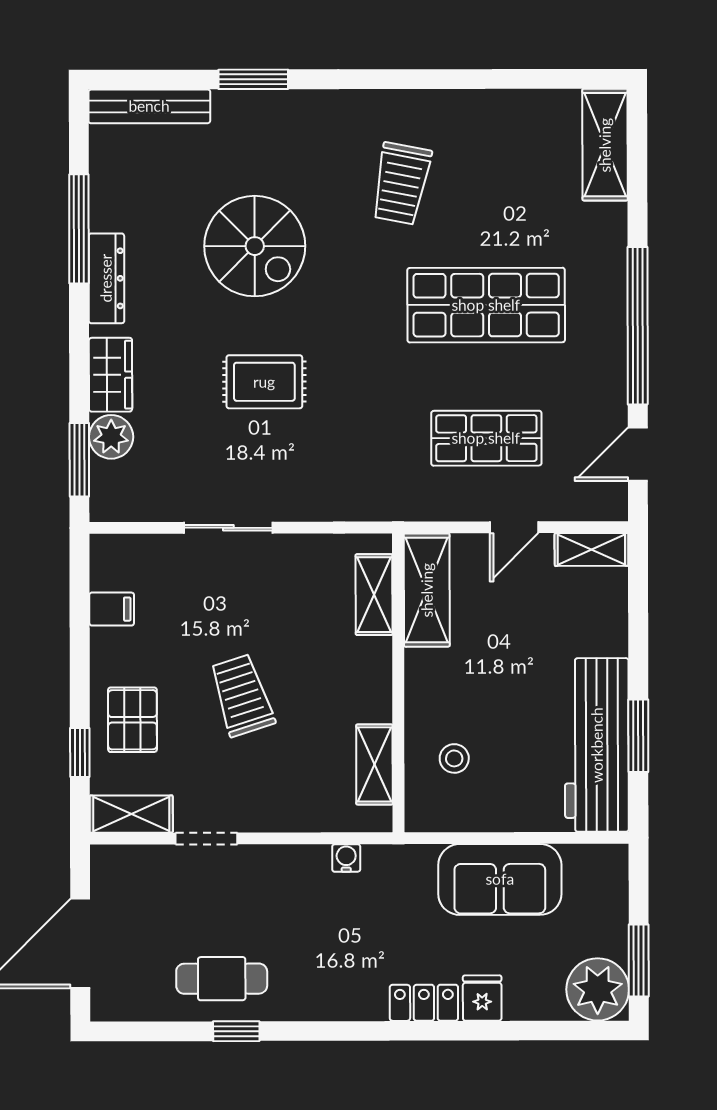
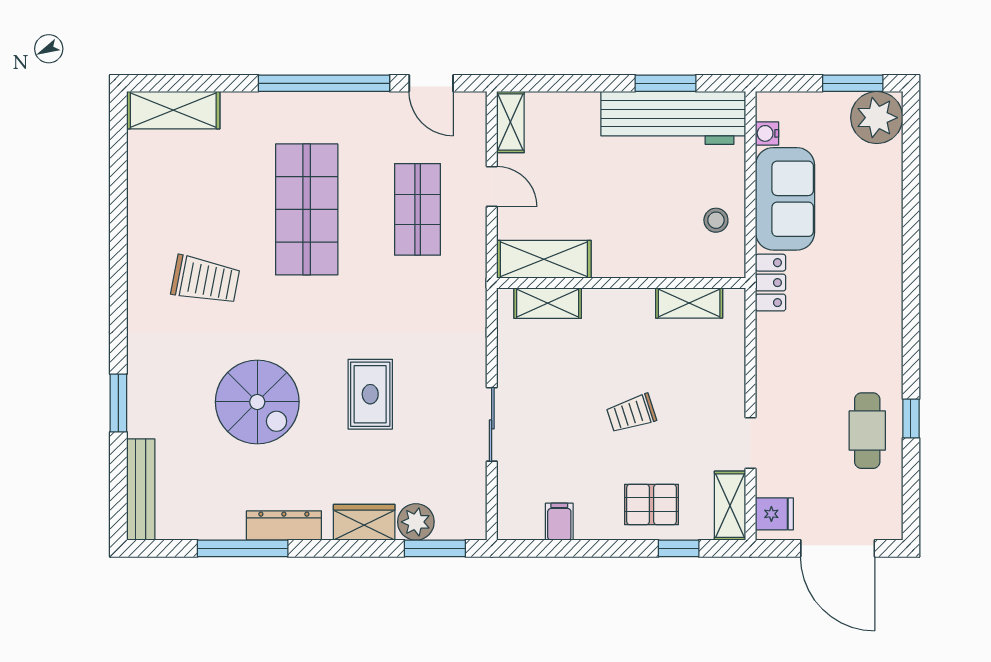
spiral stairs: (255, 246) -> (257, 402), turned 90
trolley: (242, 695) -> (631, 413), width x0.73, depth x0.72
stool: (454, 758) -> (716, 220), moved
water cooler: (346, 858) -> (767, 133), moved
fridge: (482, 998) -> (774, 514), moved, turned 180
locker: (424, 1003) -> (771, 283), moved, turned 180

